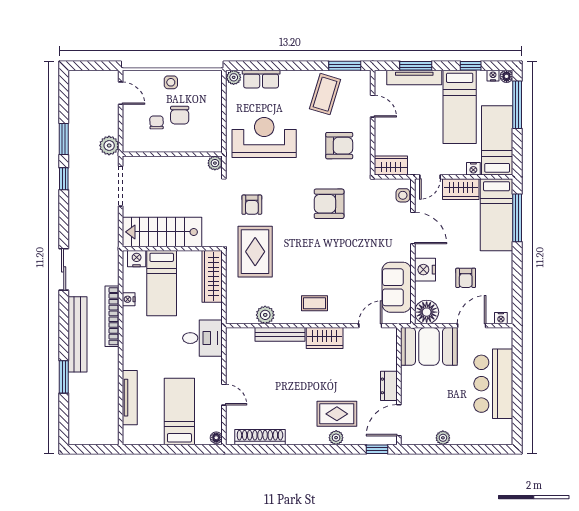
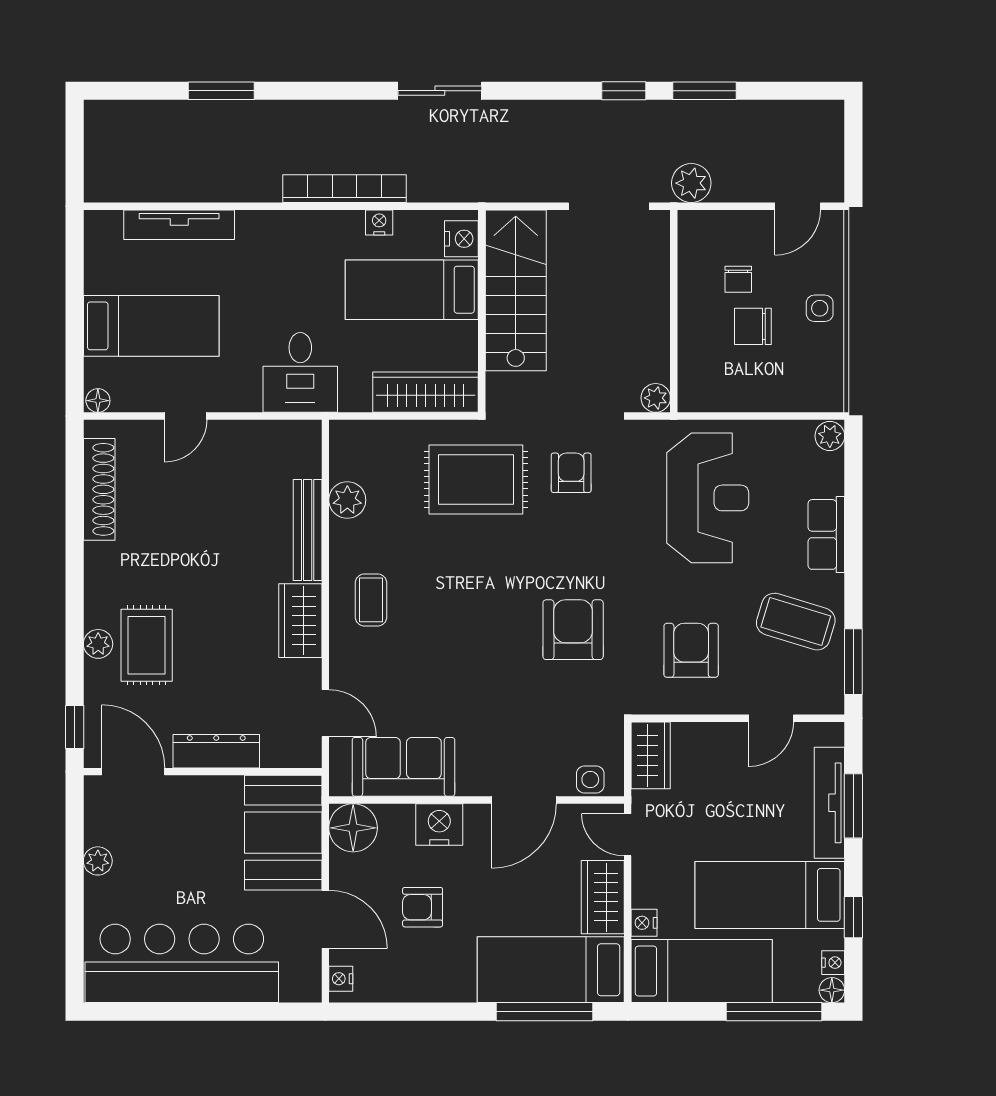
row of seats: (261, 79) -> (826, 534), moved
chair: (157, 122) -> (738, 279), turned 91
armchair: (339, 146) -> (691, 650), turned 180
armchair: (252, 205) -> (571, 473), turned 90
bench: (77, 334) -> (308, 119), removed
bar counter: (493, 384) -> (182, 963), width x1.36
dresser: (389, 386) -> (216, 751), width x1.44

